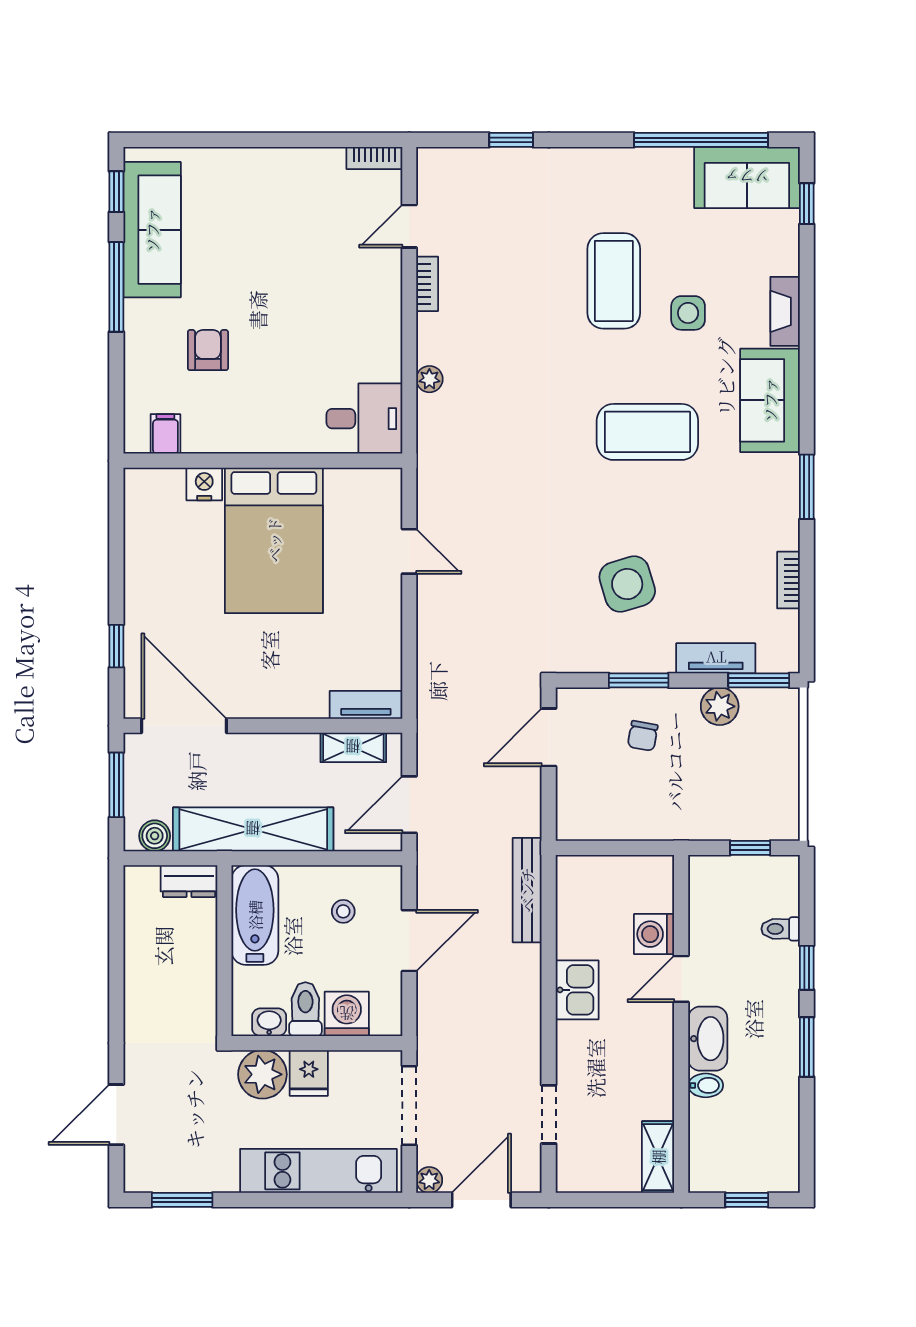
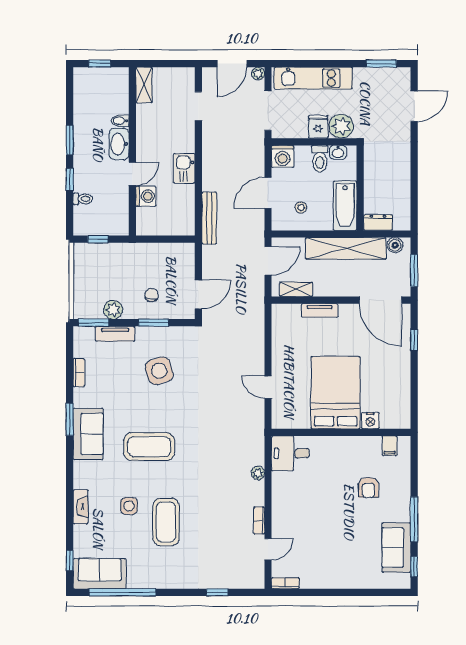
sofa: (152, 230) -> (396, 548), width x0.73
sofa: (770, 400) -> (88, 434), moved
tv unit: (366, 705) -> (320, 311), moved
washing machine: (347, 1014) -> (283, 156), moved

